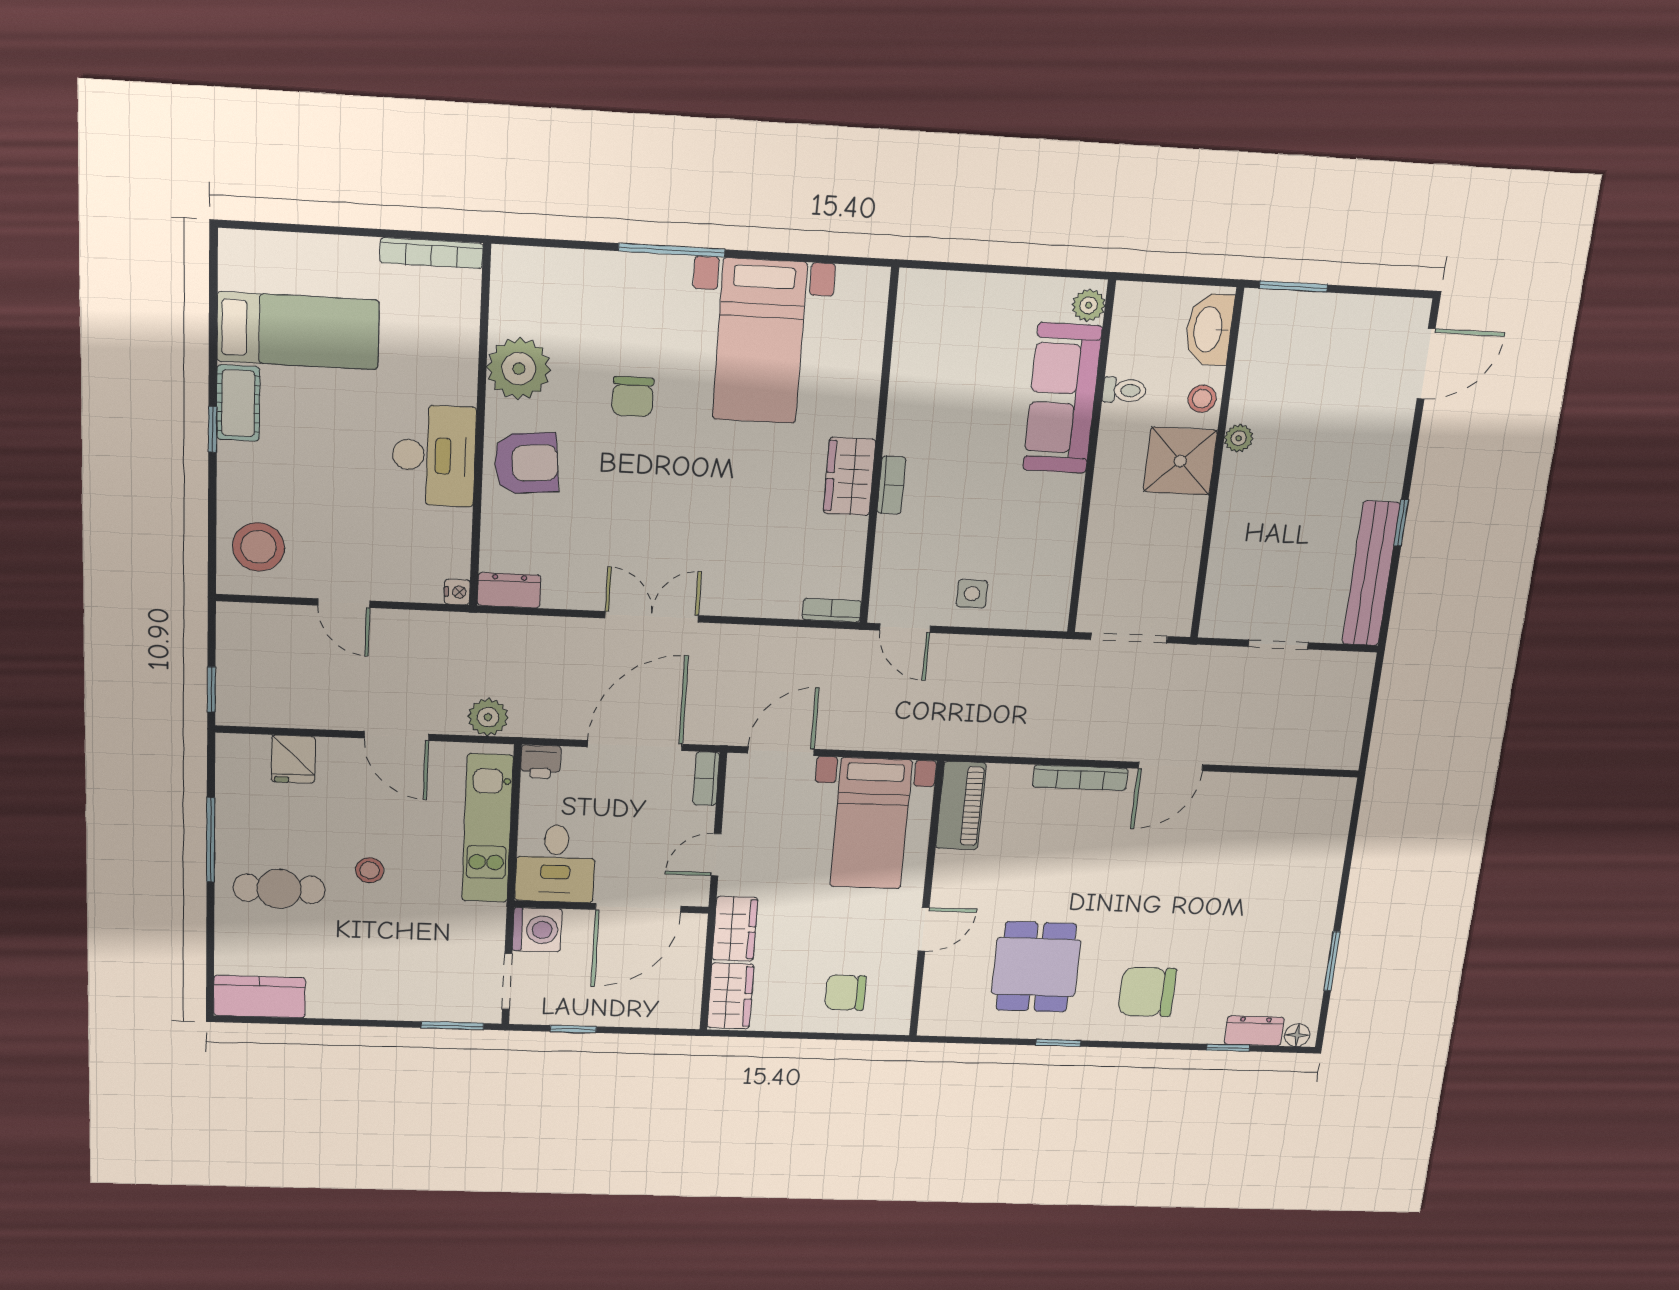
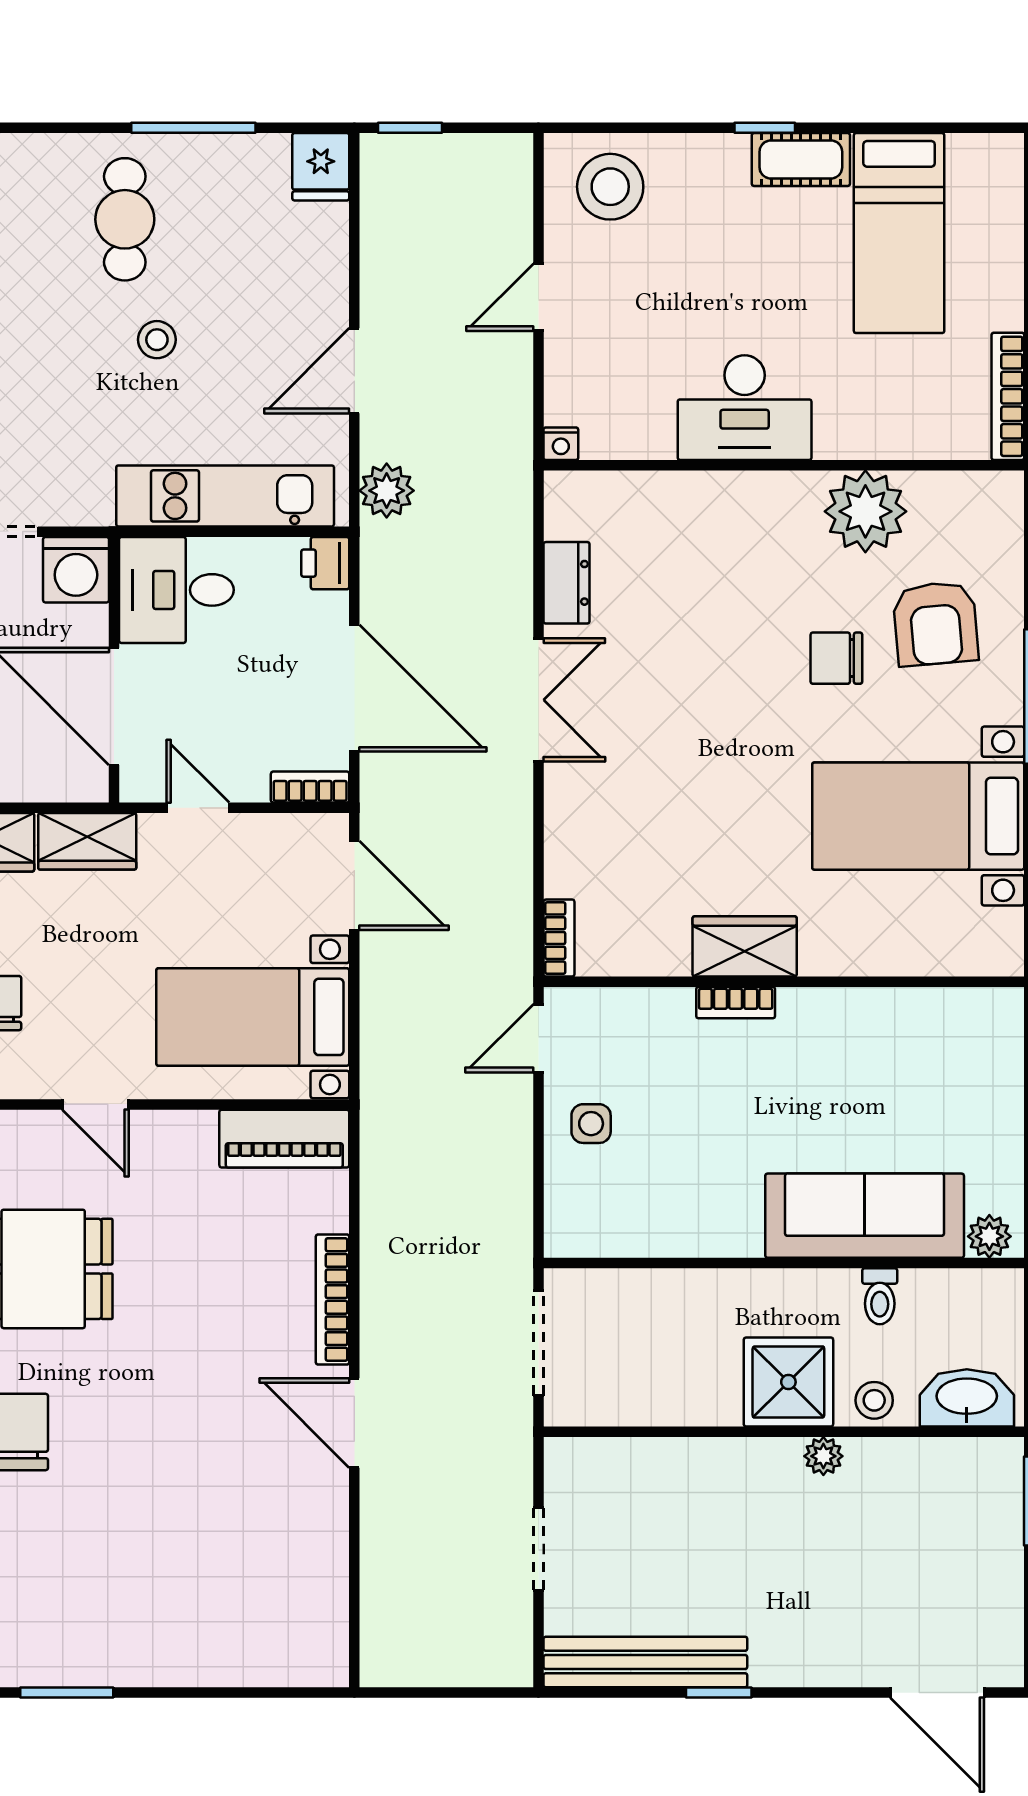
armchair: (526, 463) -> (936, 624), moved
dresser: (509, 590) -> (566, 583), moved
fridge: (293, 759) -> (321, 167), moved, turned -90

